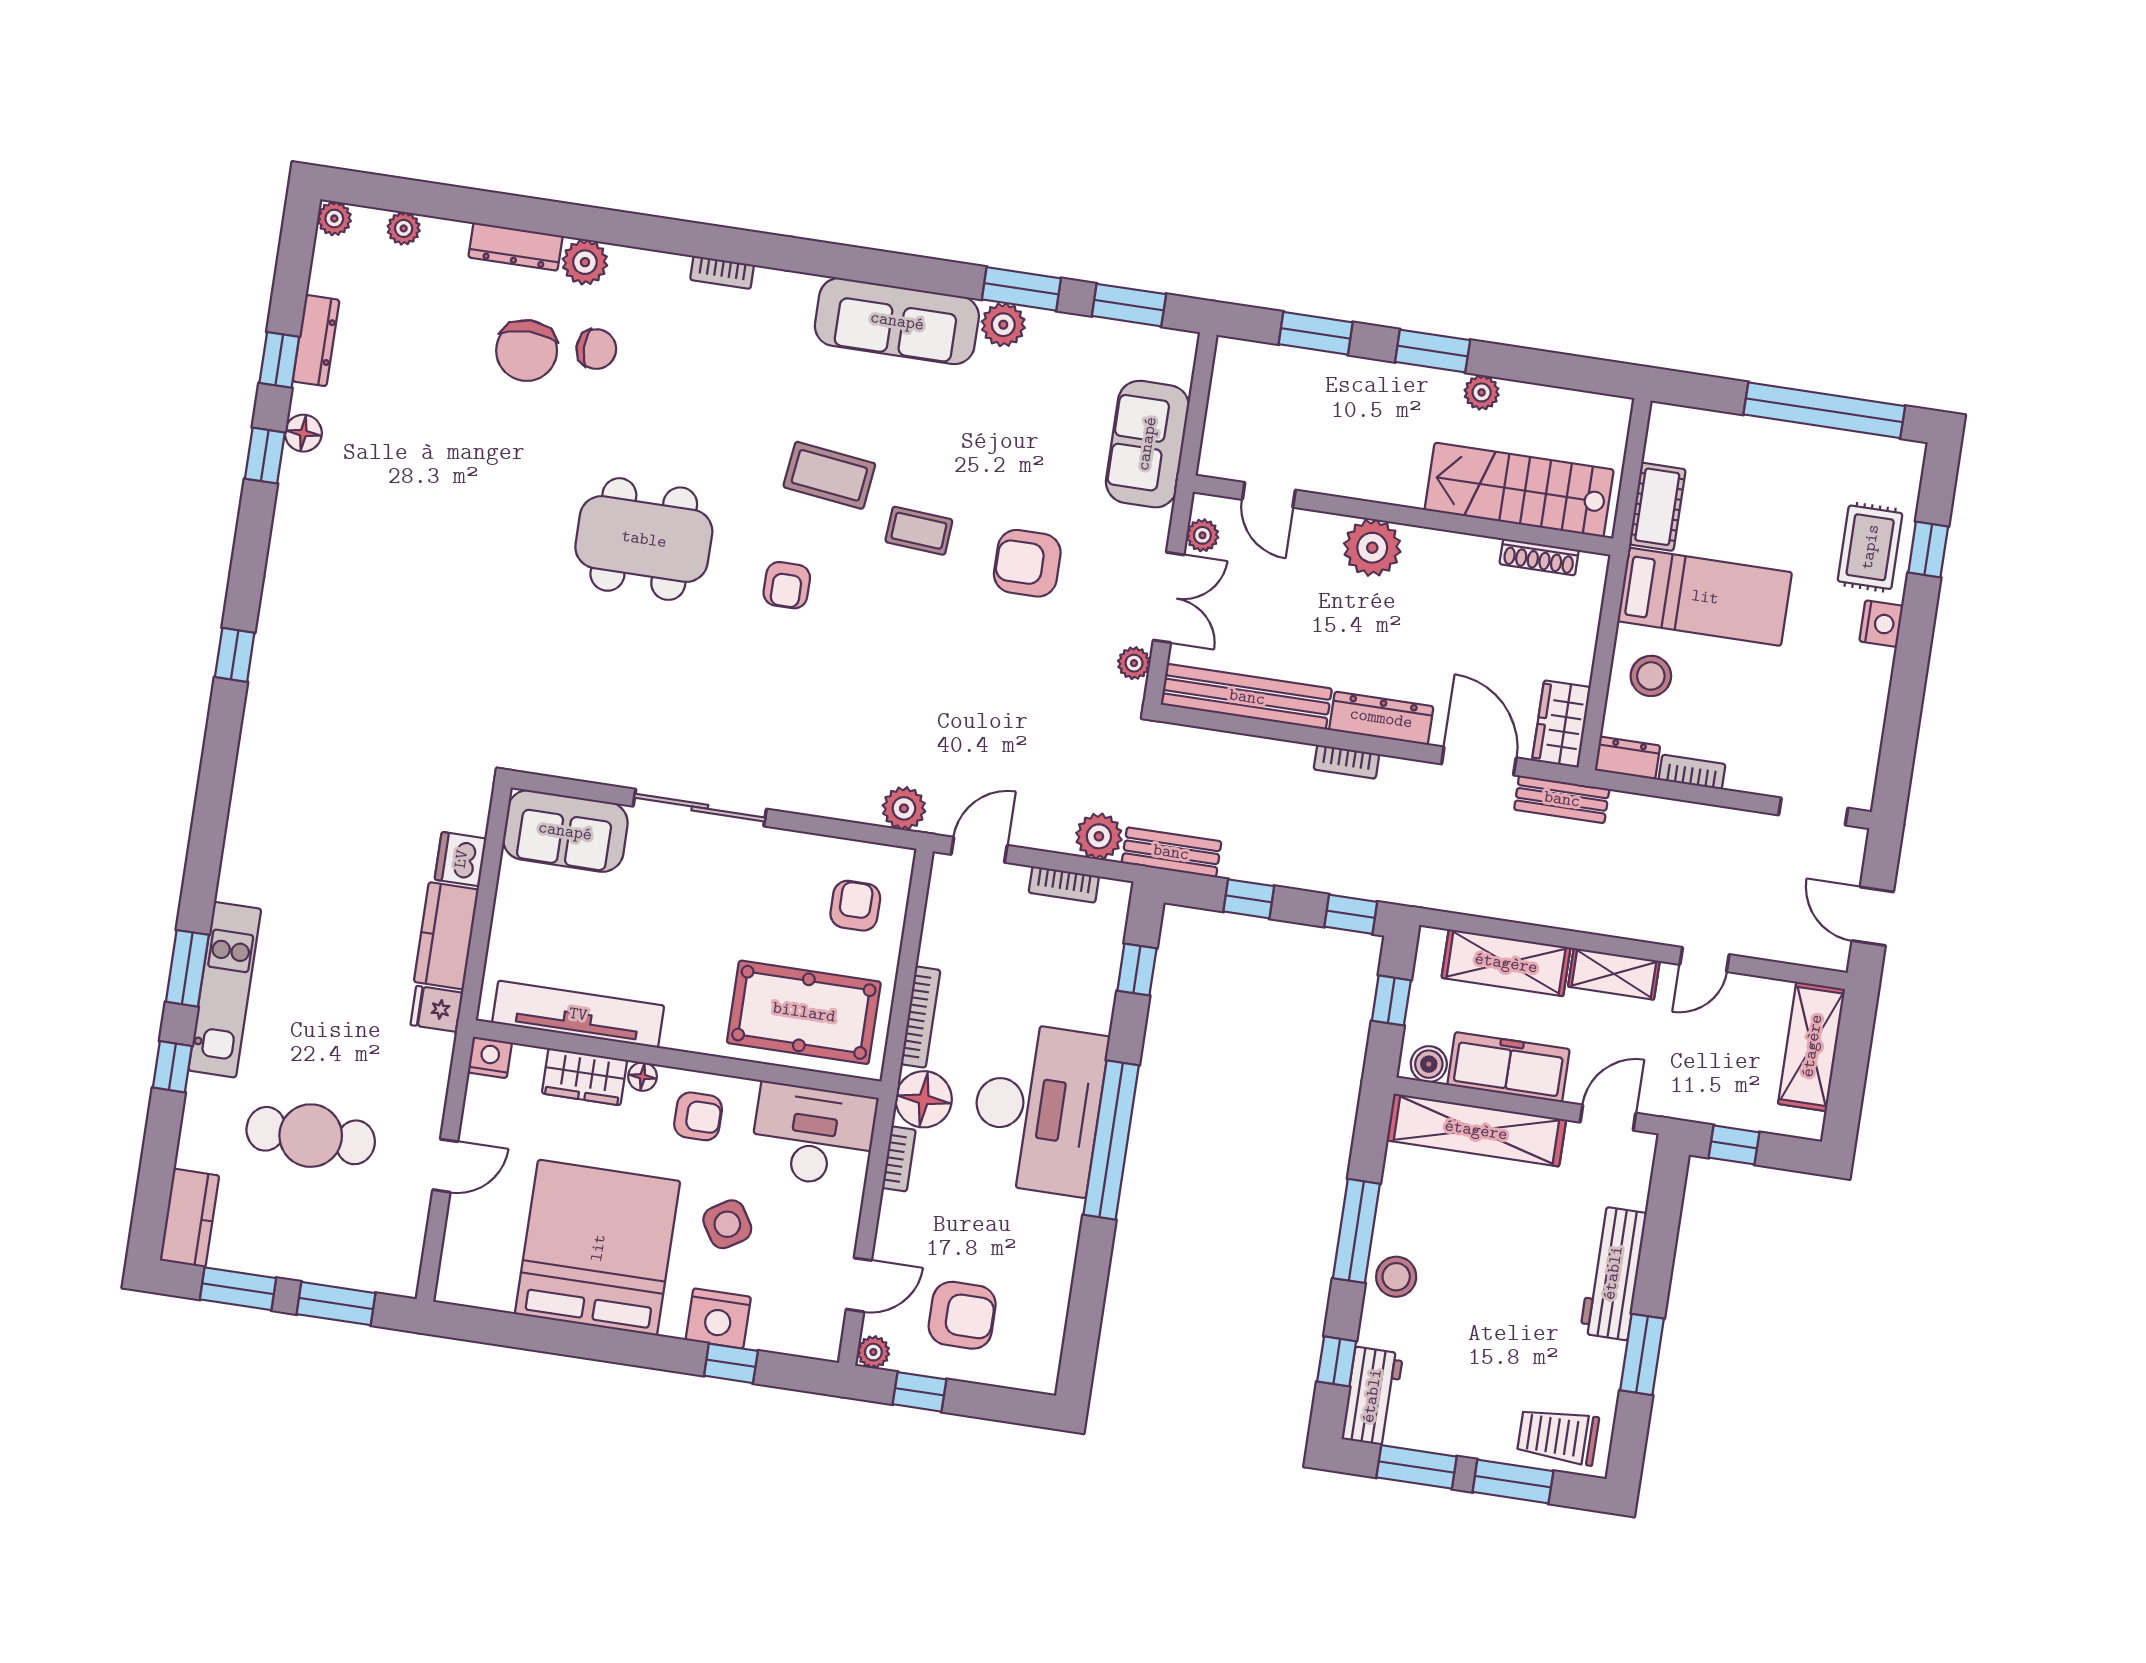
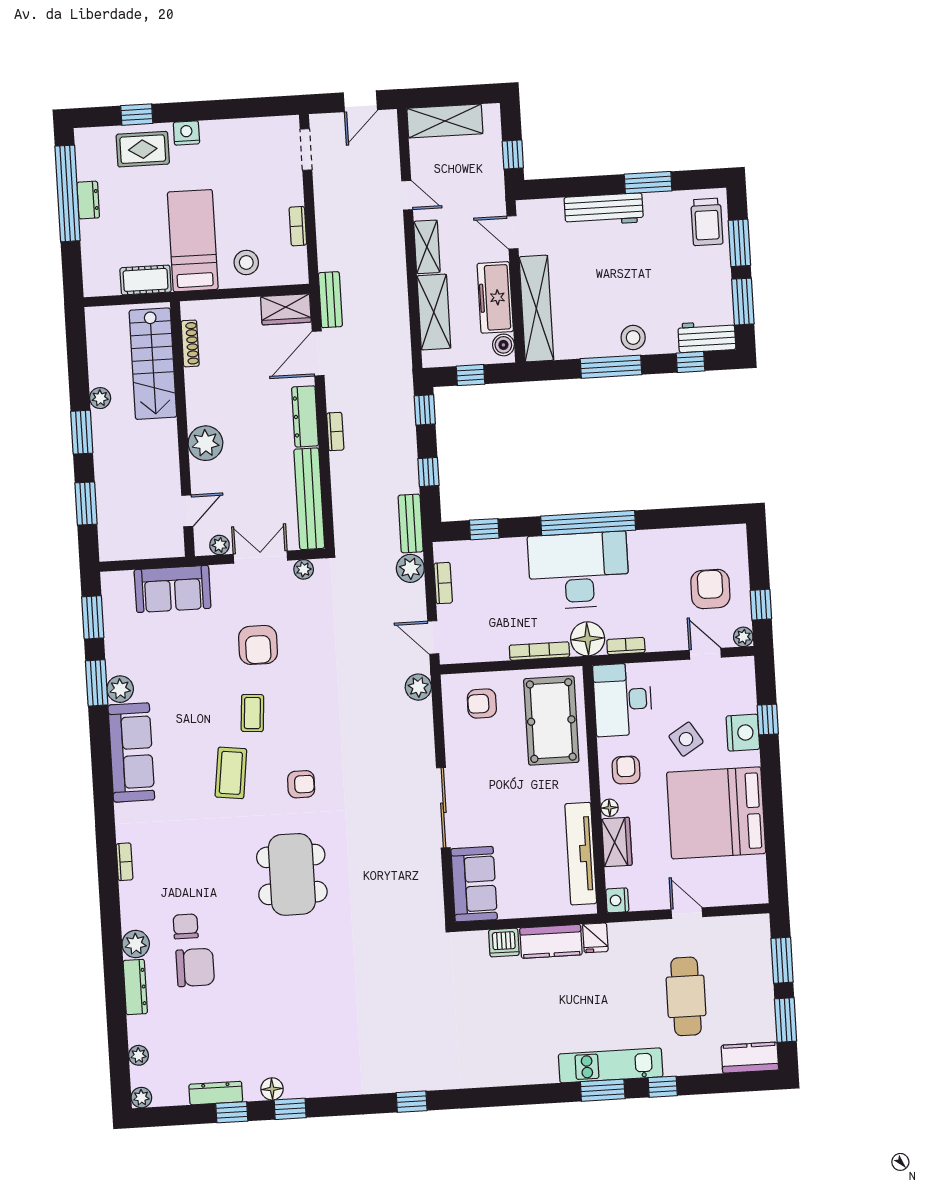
dresser: (1628, 758) -> (88, 200), moved, turned 180

